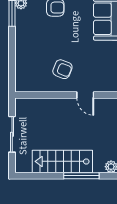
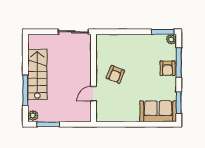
sliding door: (12, 134) -> (73, 32), moved

